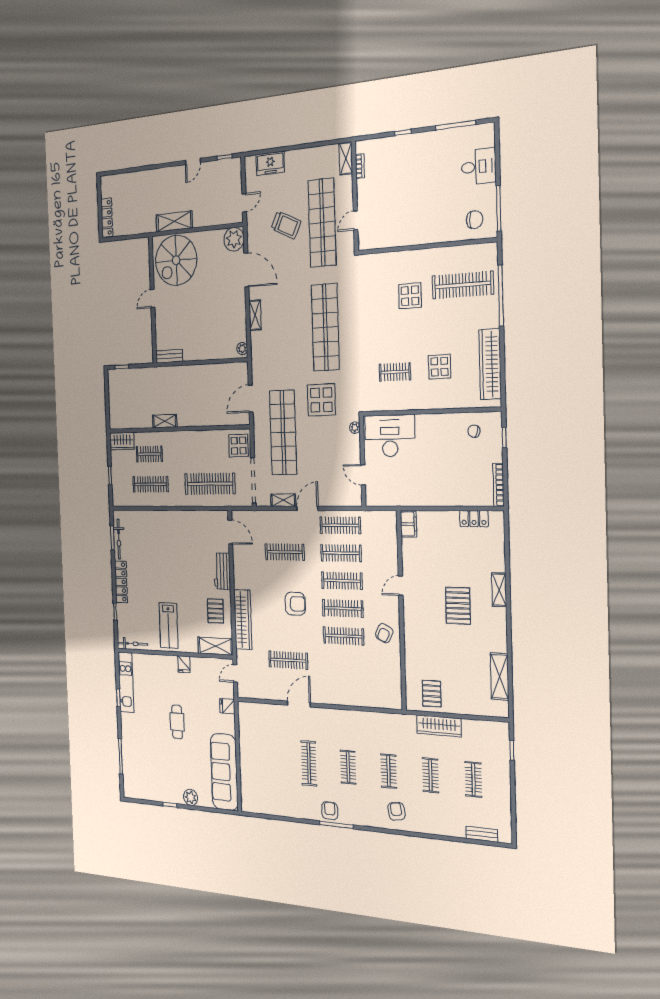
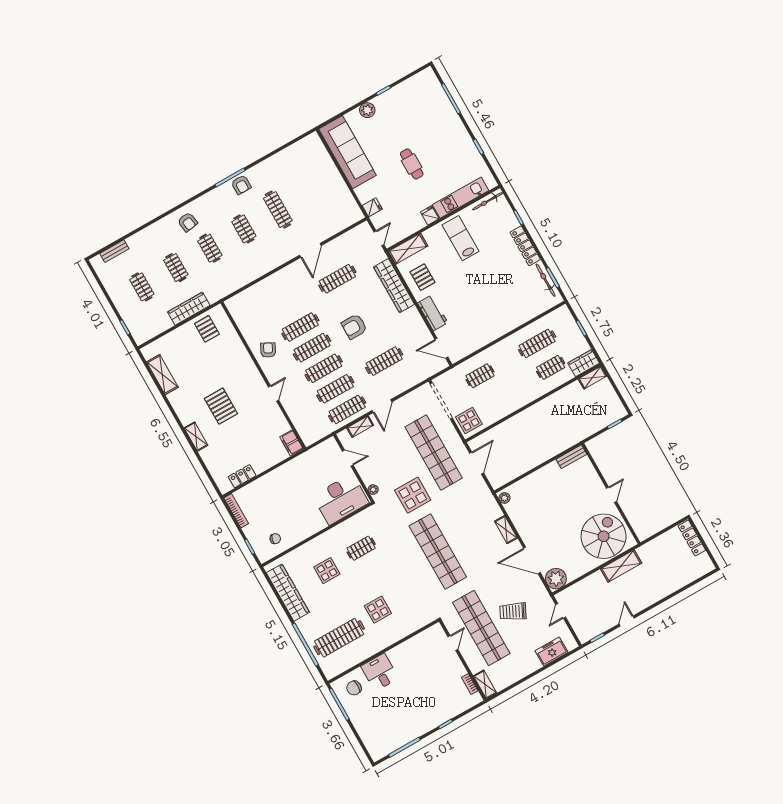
desk: (479, 167) -> (380, 672), moved, turned 90
shelving: (165, 421) -> (593, 378), moved
clothes rail: (210, 484) -> (480, 376), width x0.54, depth x0.76
shelving: (283, 500) -> (360, 427), moved
kitchen unit: (126, 682) -> (461, 198), moved, turned 90

